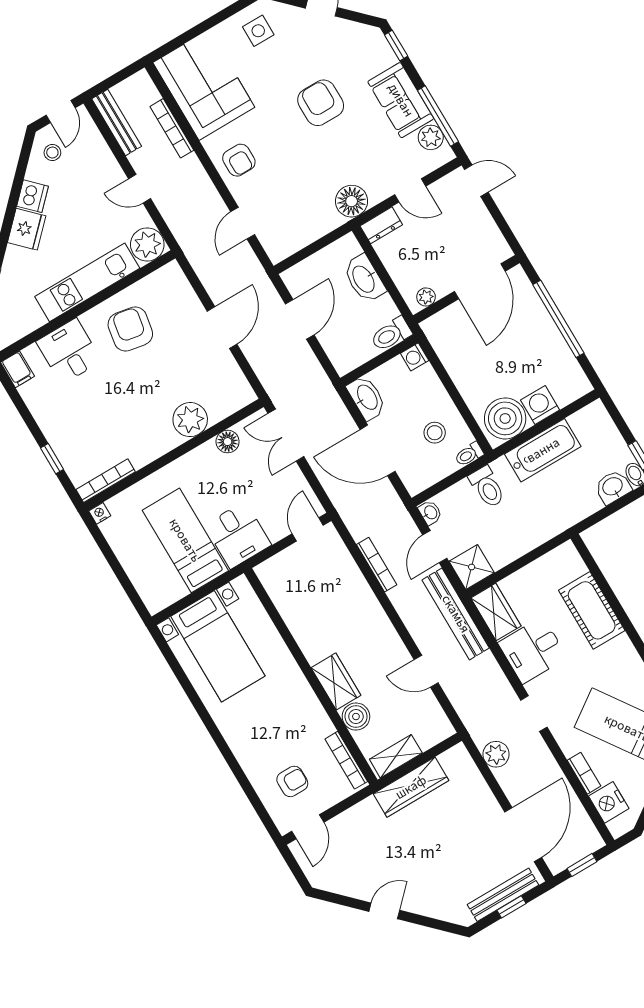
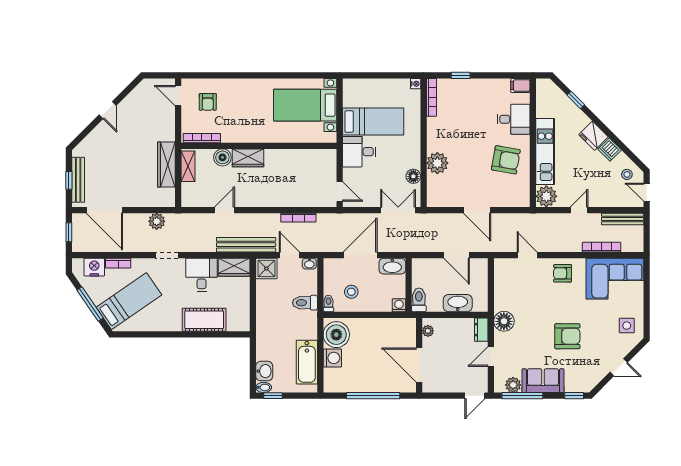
bathtub: (543, 450) -> (307, 362), moved

